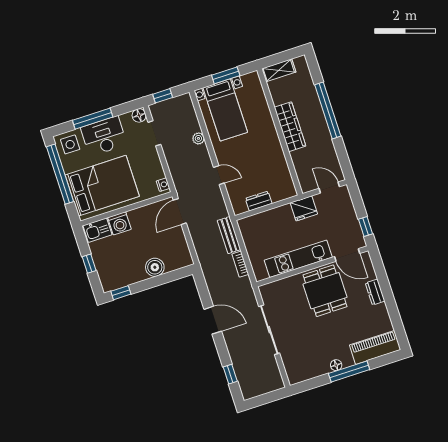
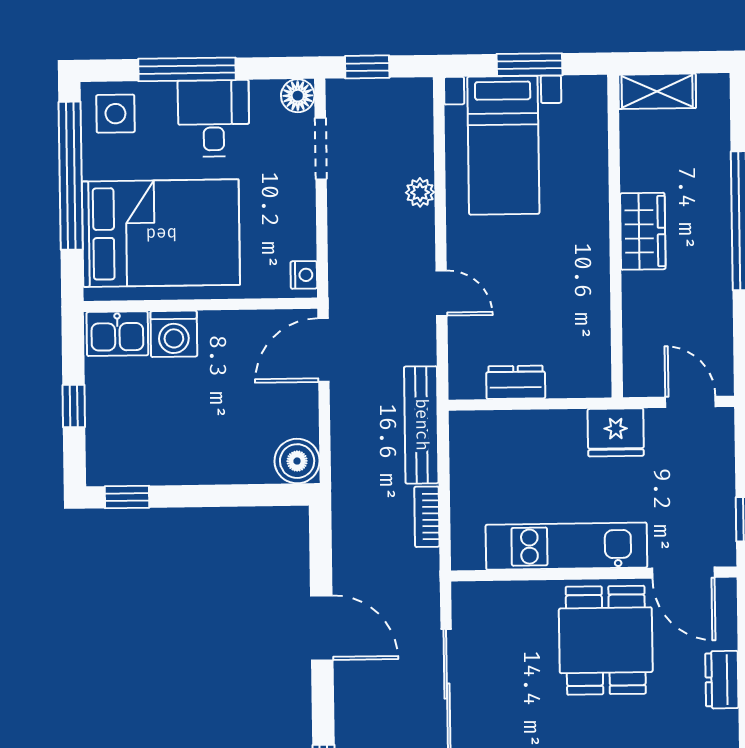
wardrobe: (290, 127) -> (643, 231), width x0.67
desk: (104, 136) -> (214, 118), width x0.73
bench: (229, 235) -> (421, 425), width x1.36
boiler: (155, 267) -> (297, 461), moved

